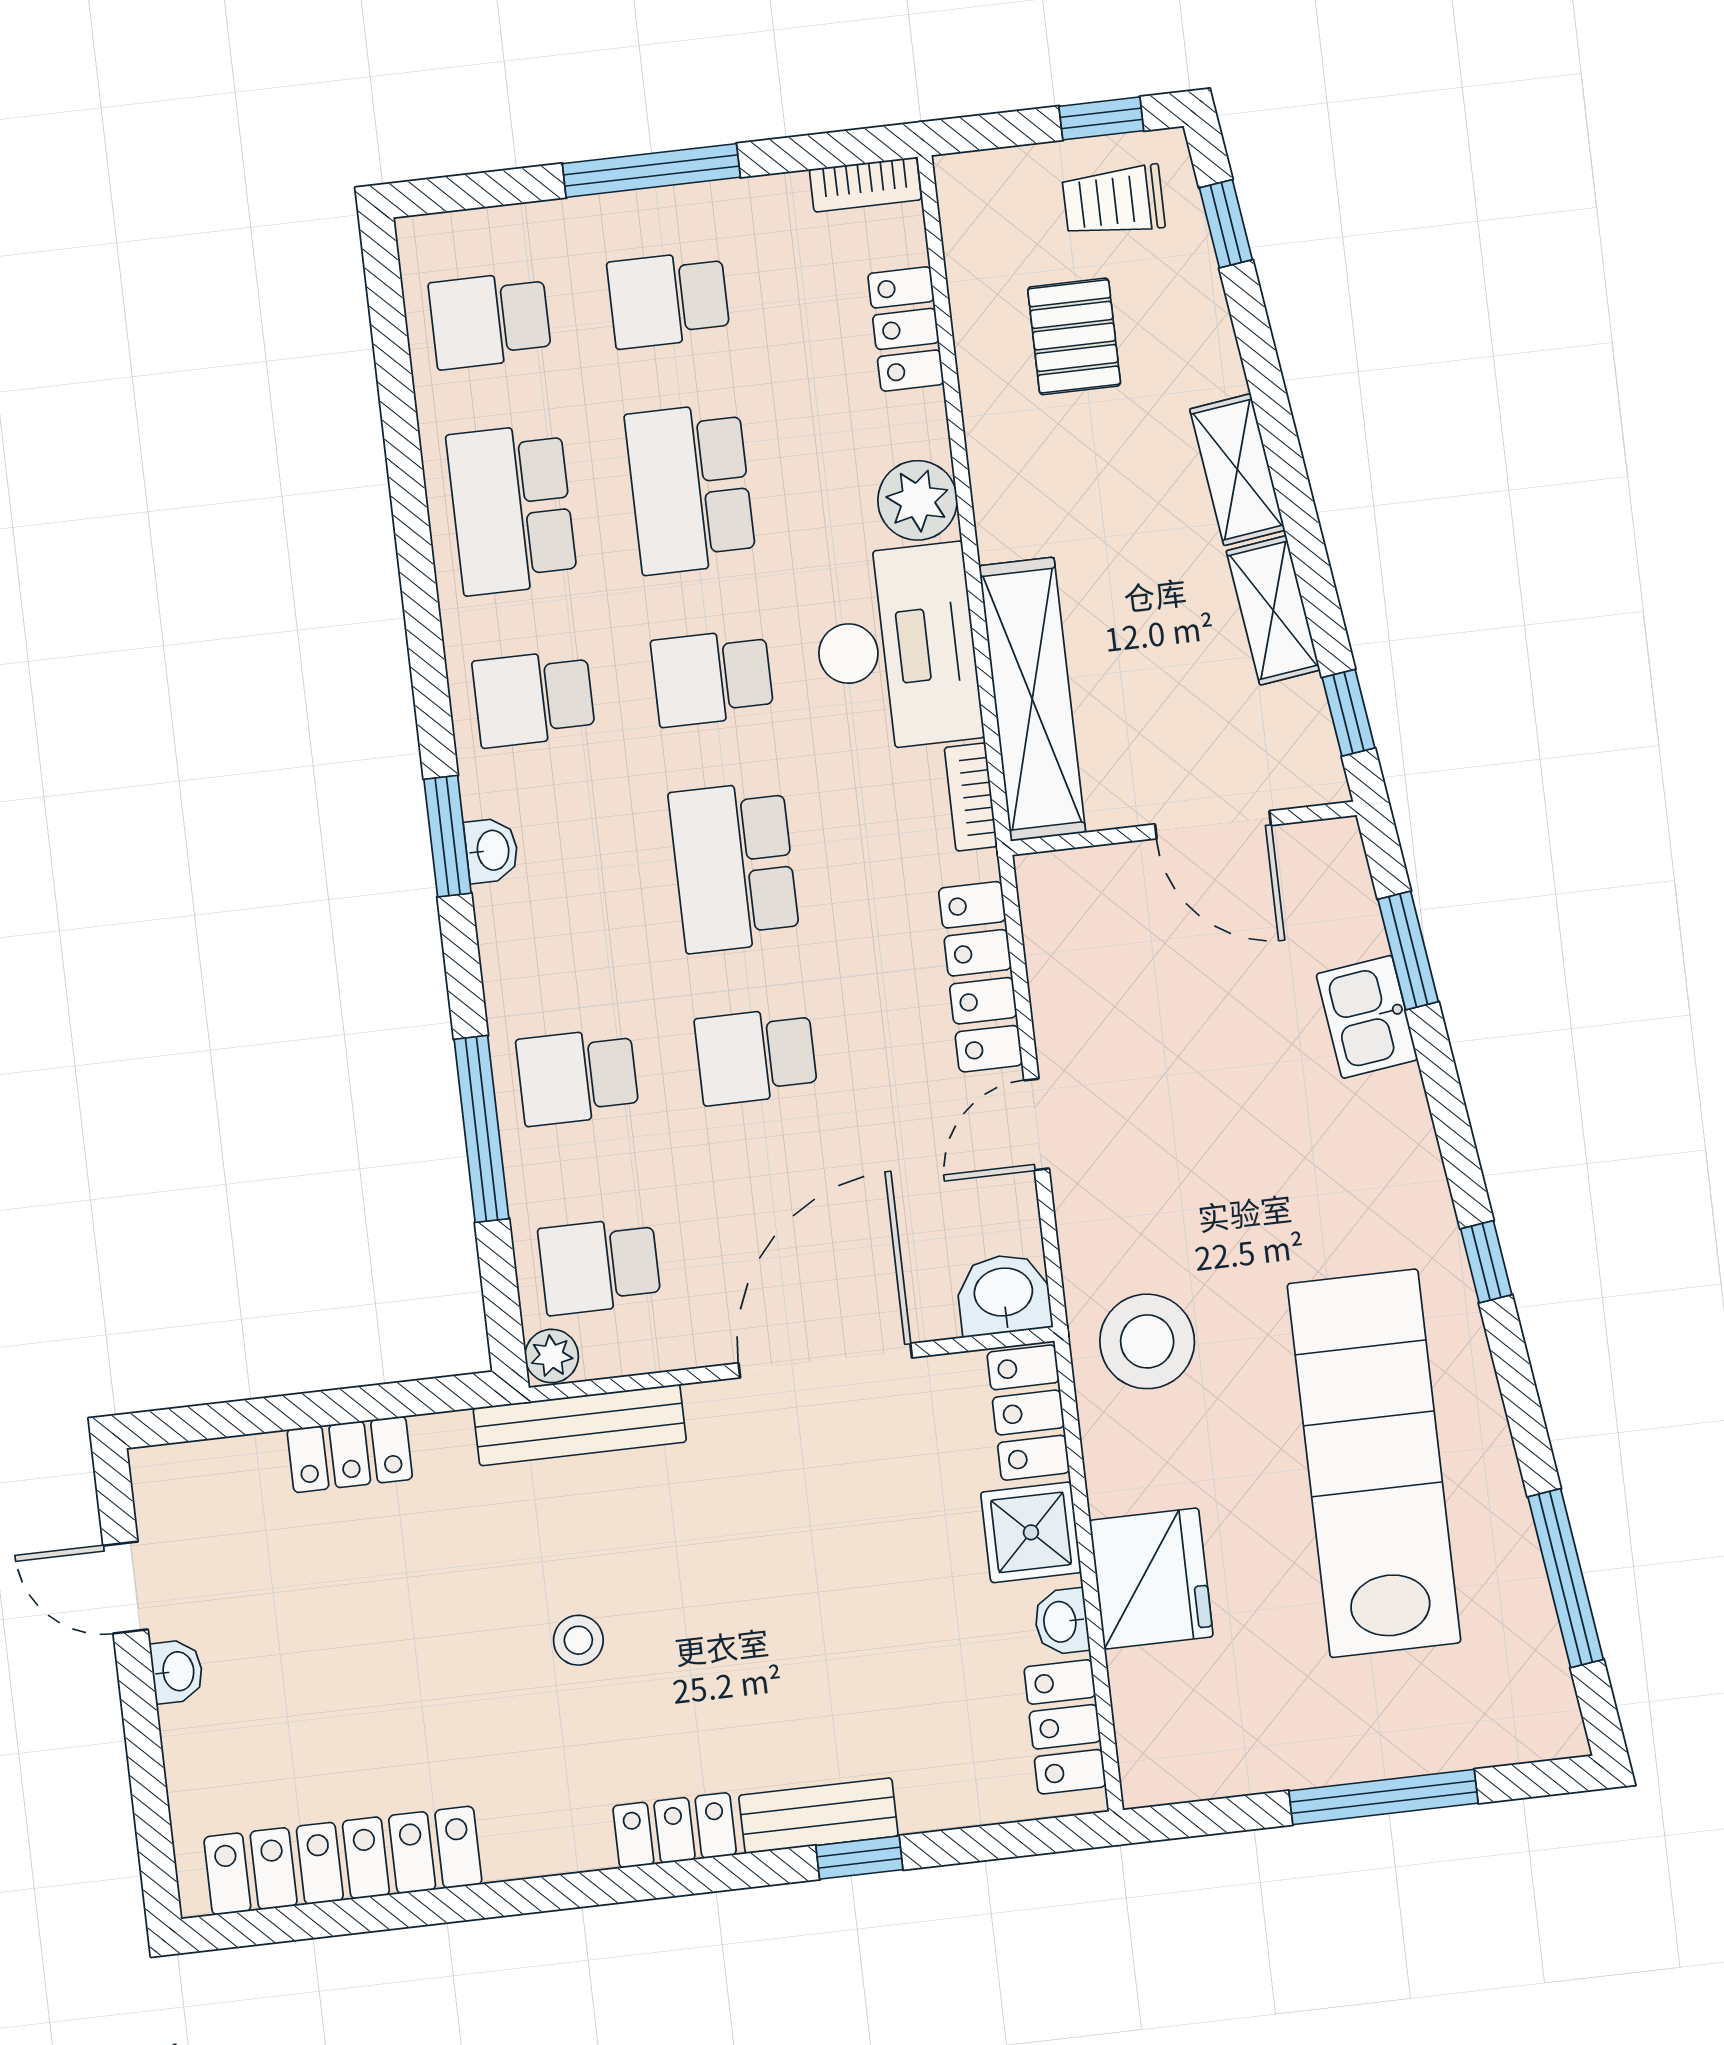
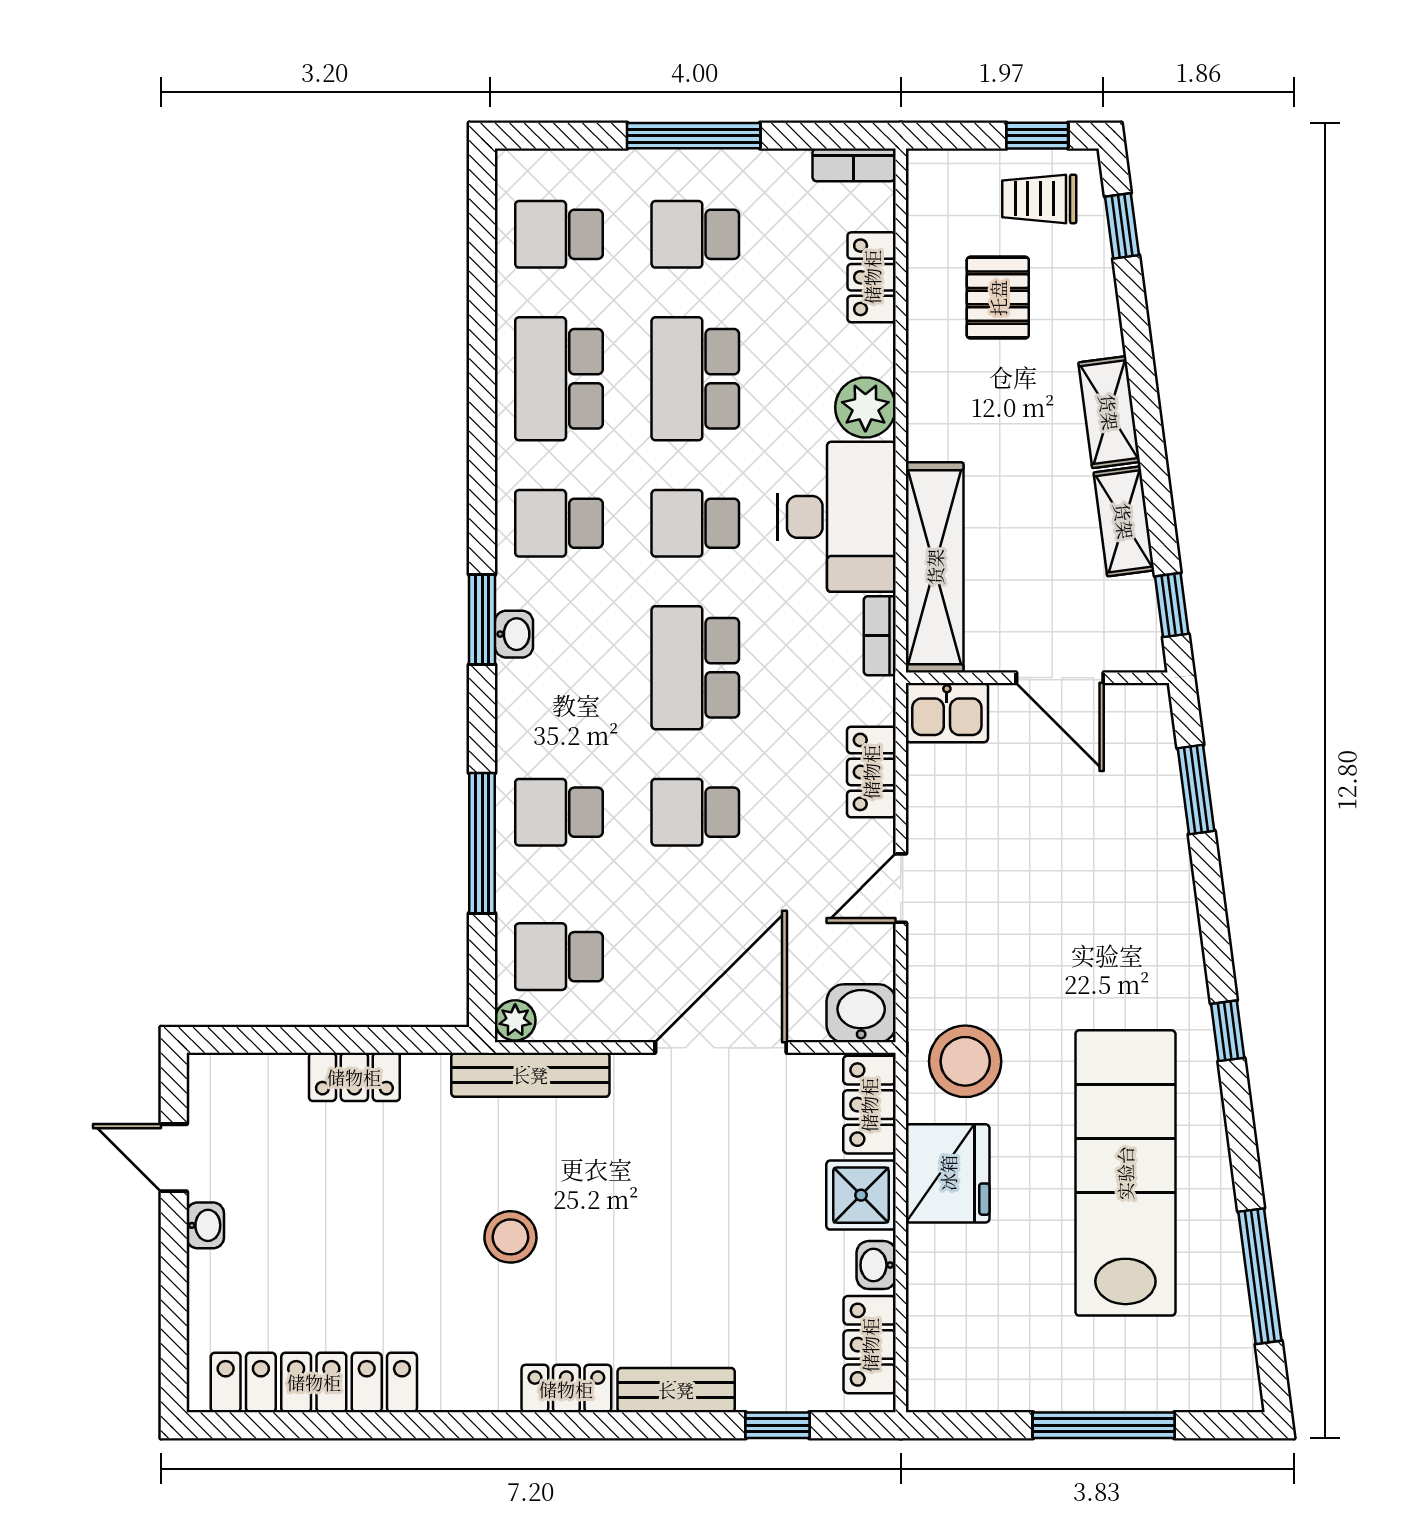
locker: (981, 977) -> (871, 772), width x0.66
kitchen sink: (1367, 1017) -> (947, 713), moved, turned -83
fridge: (1151, 1579) -> (948, 1173), moved
stool: (578, 1640) -> (510, 1237), width x1.37, depth x1.37
window: (859, 1858) -> (777, 1425), moved

